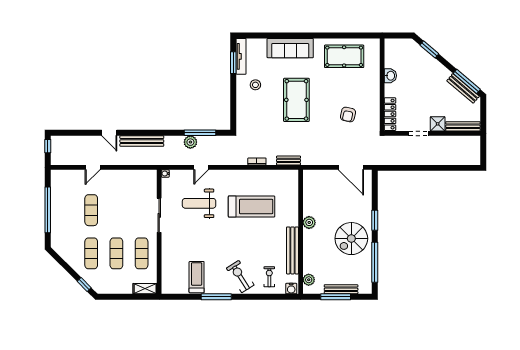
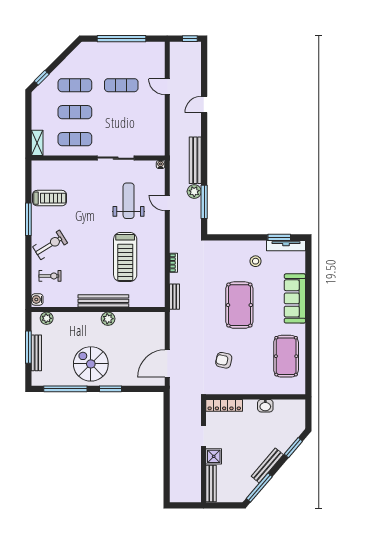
bench: (463, 88) -> (267, 465), moved
pool table: (296, 100) -> (239, 305), turned 90
bench: (142, 141) -> (195, 160), moved
bench: (292, 250) -> (103, 301), moved

